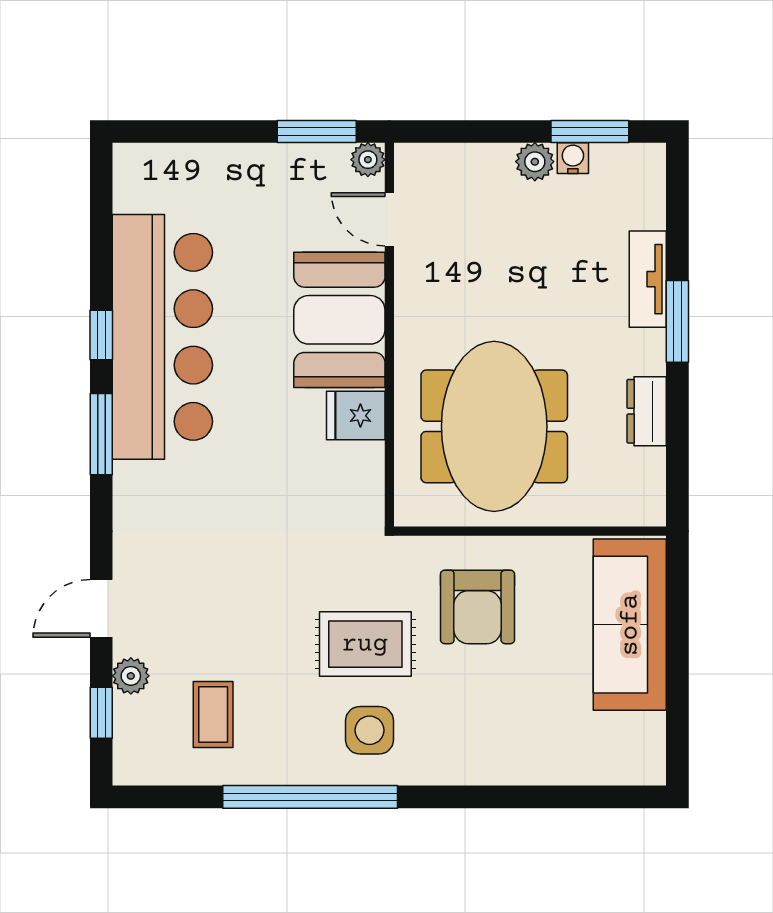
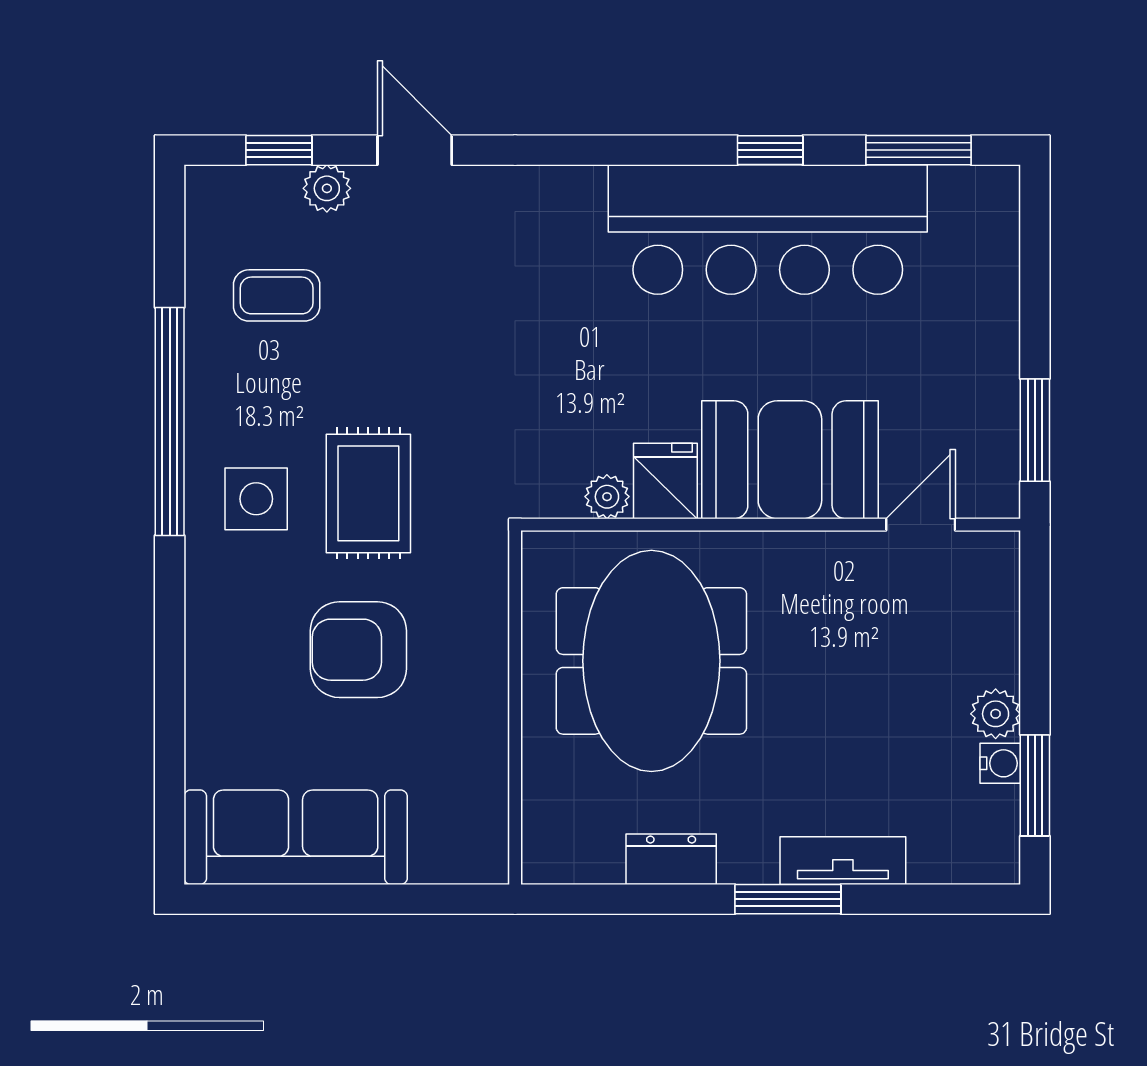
plant: (368, 160) -> (607, 497), moved
meeting table: (494, 426) -> (651, 661), turned 90
window: (101, 434) -> (919, 150), moved
armchair: (478, 607) -> (358, 650), moved
sofa: (630, 625) -> (296, 837), moved

